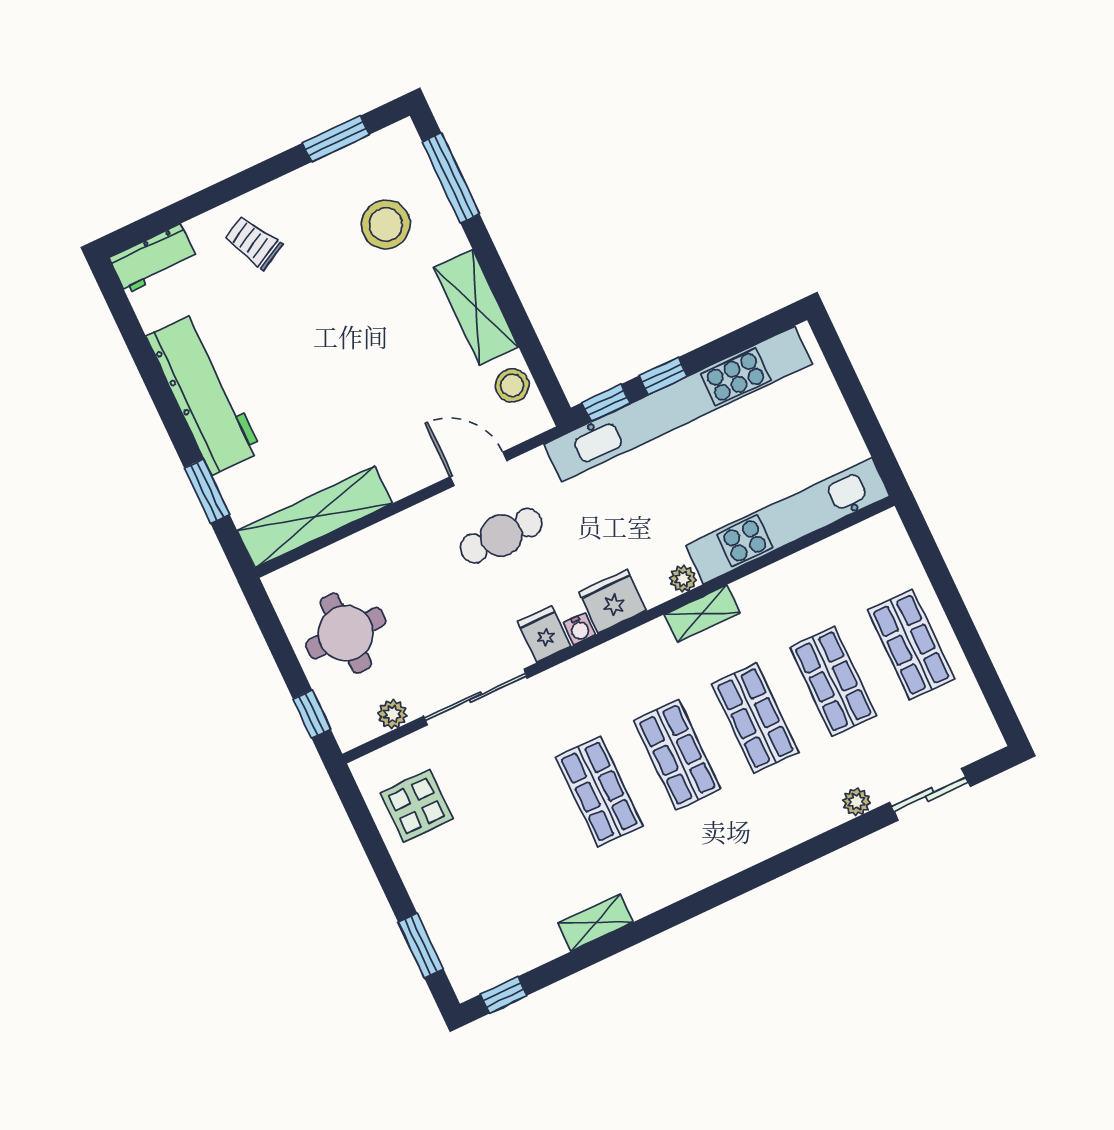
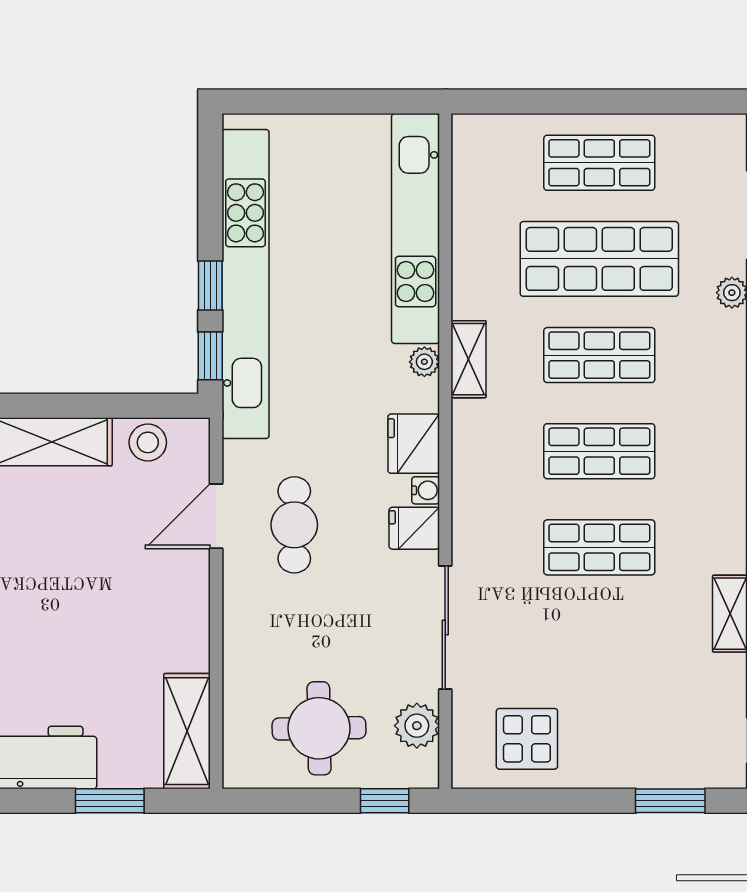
shelving: (315, 517) -> (187, 731), width x0.68
shop shelf: (833, 681) -> (599, 259), width x1.43, depth x1.36
plant: (392, 714) -> (417, 726), width x1.38, depth x1.38

